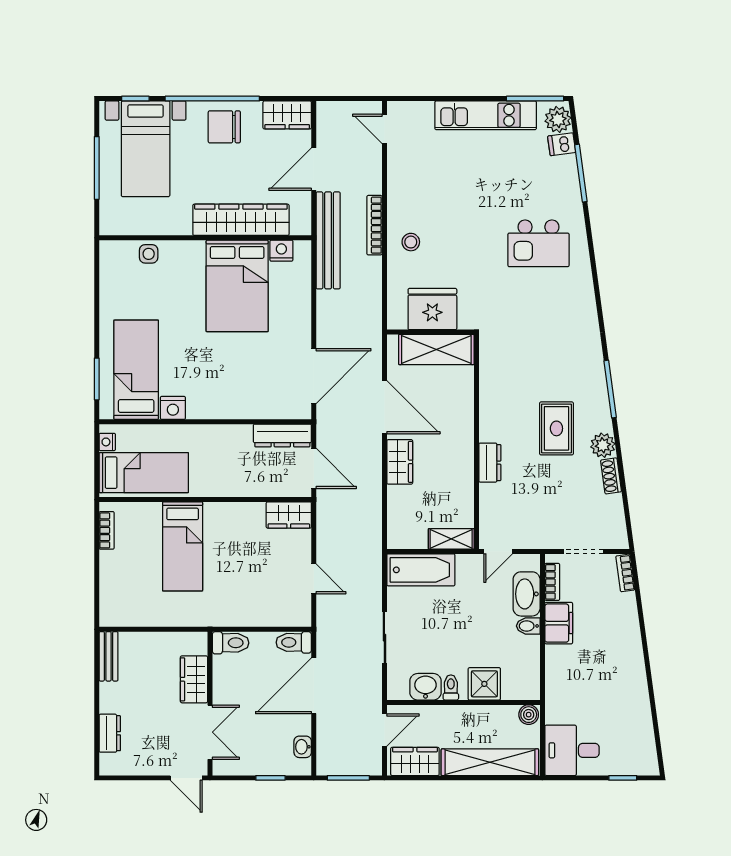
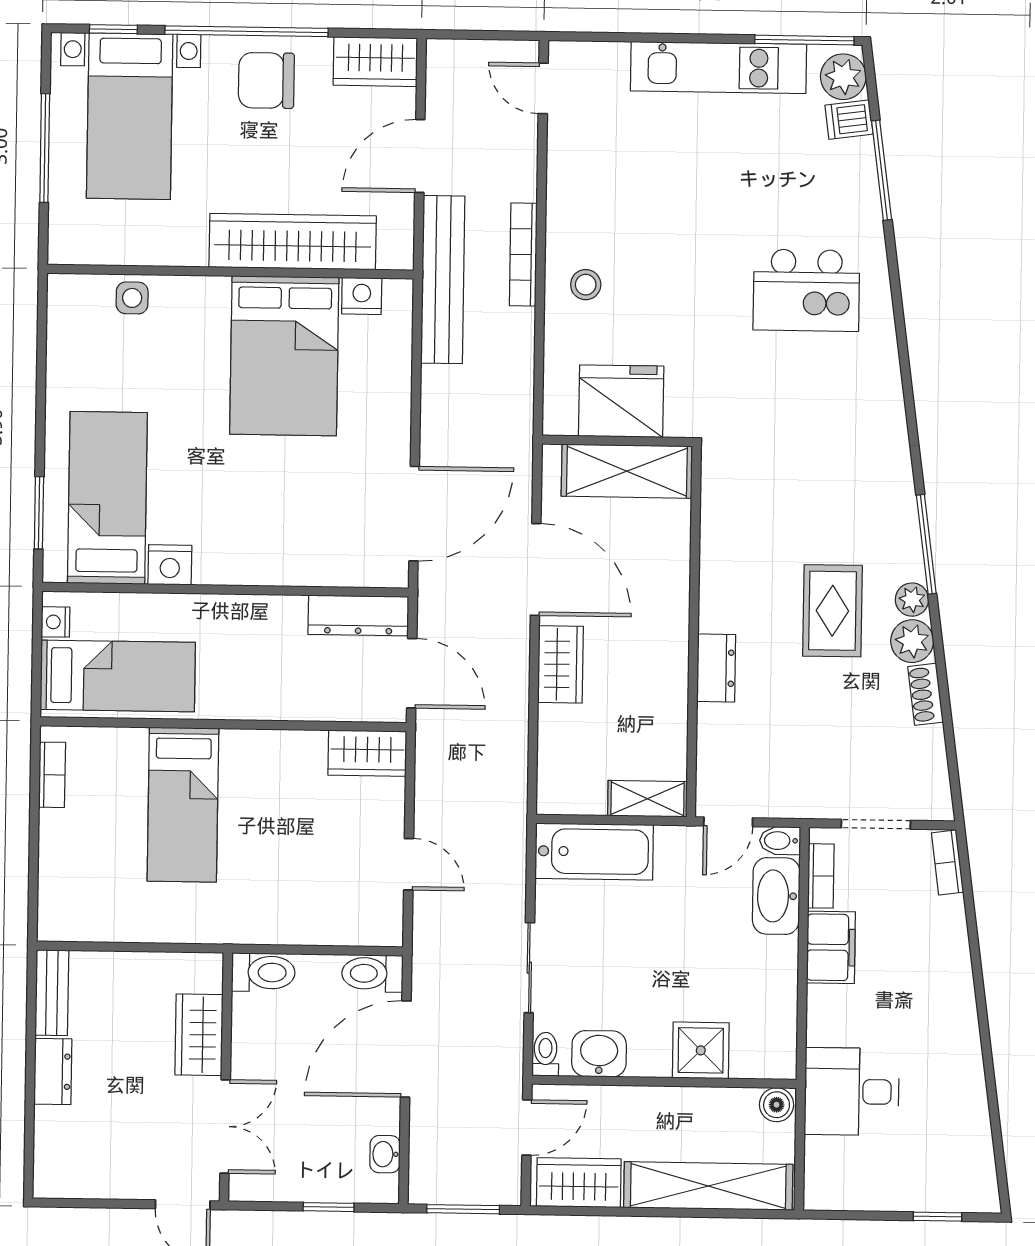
plant: (602, 421) -> (912, 600), added
bidet: (528, 626) -> (780, 841), moved
toilet: (451, 687) -> (545, 1054), moved
dresser: (110, 733) -> (53, 1071), moved
desk: (572, 750) -> (852, 1092), moved

